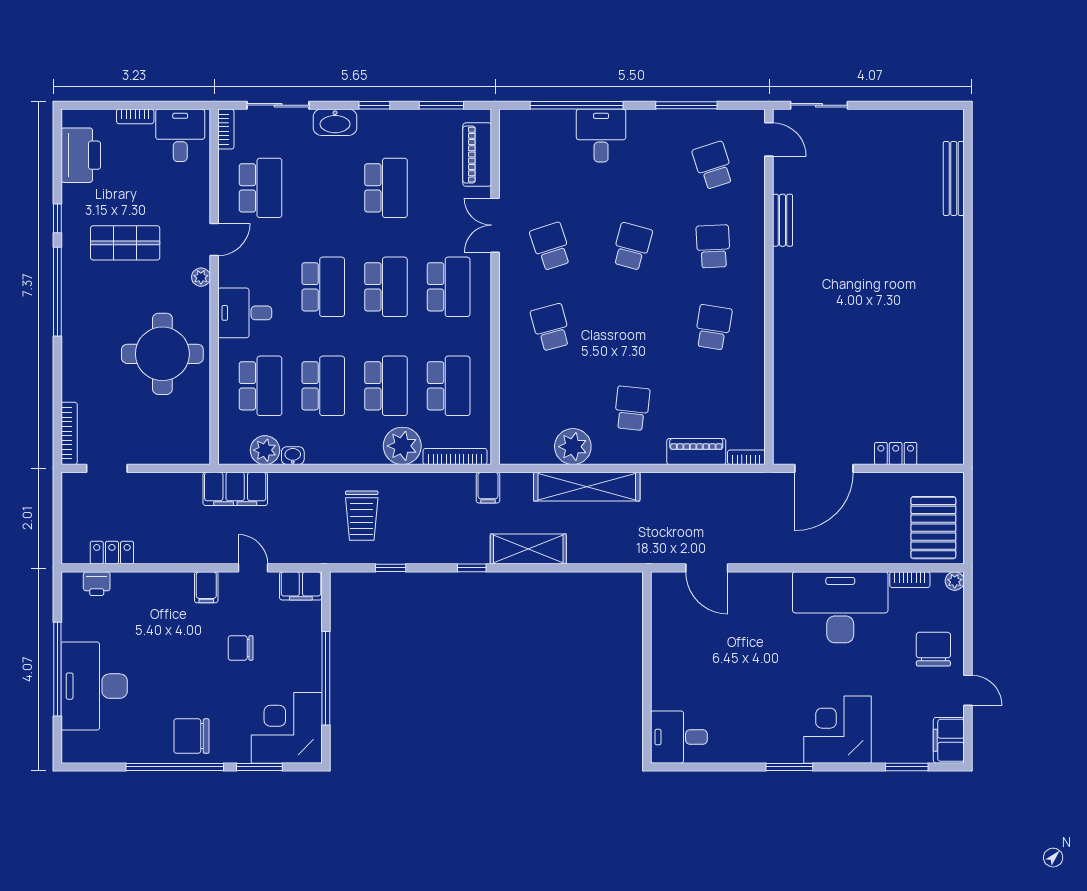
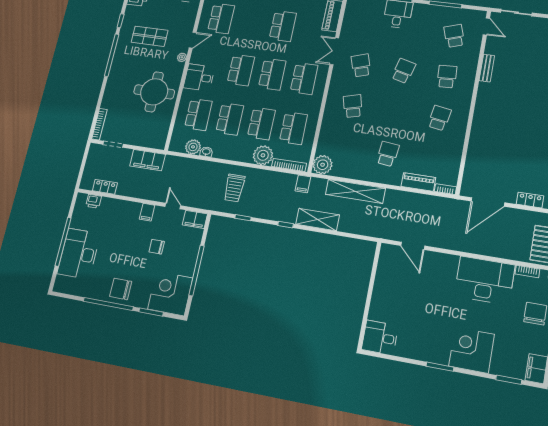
plant: (573, 447) -> (323, 165), moved
filing cabinet: (235, 489) -> (148, 160), moved

